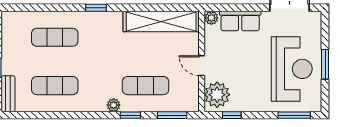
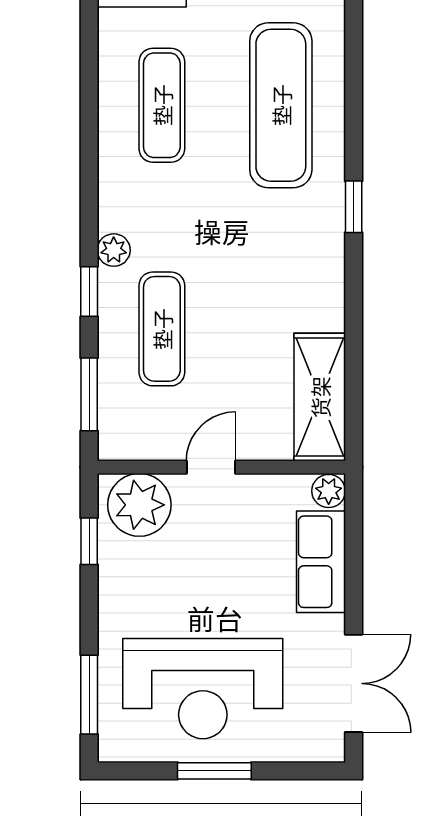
shelving: (161, 21) -> (320, 397), width x0.68
exercise mat: (55, 37) -> (281, 105), width x1.36, depth x1.45

